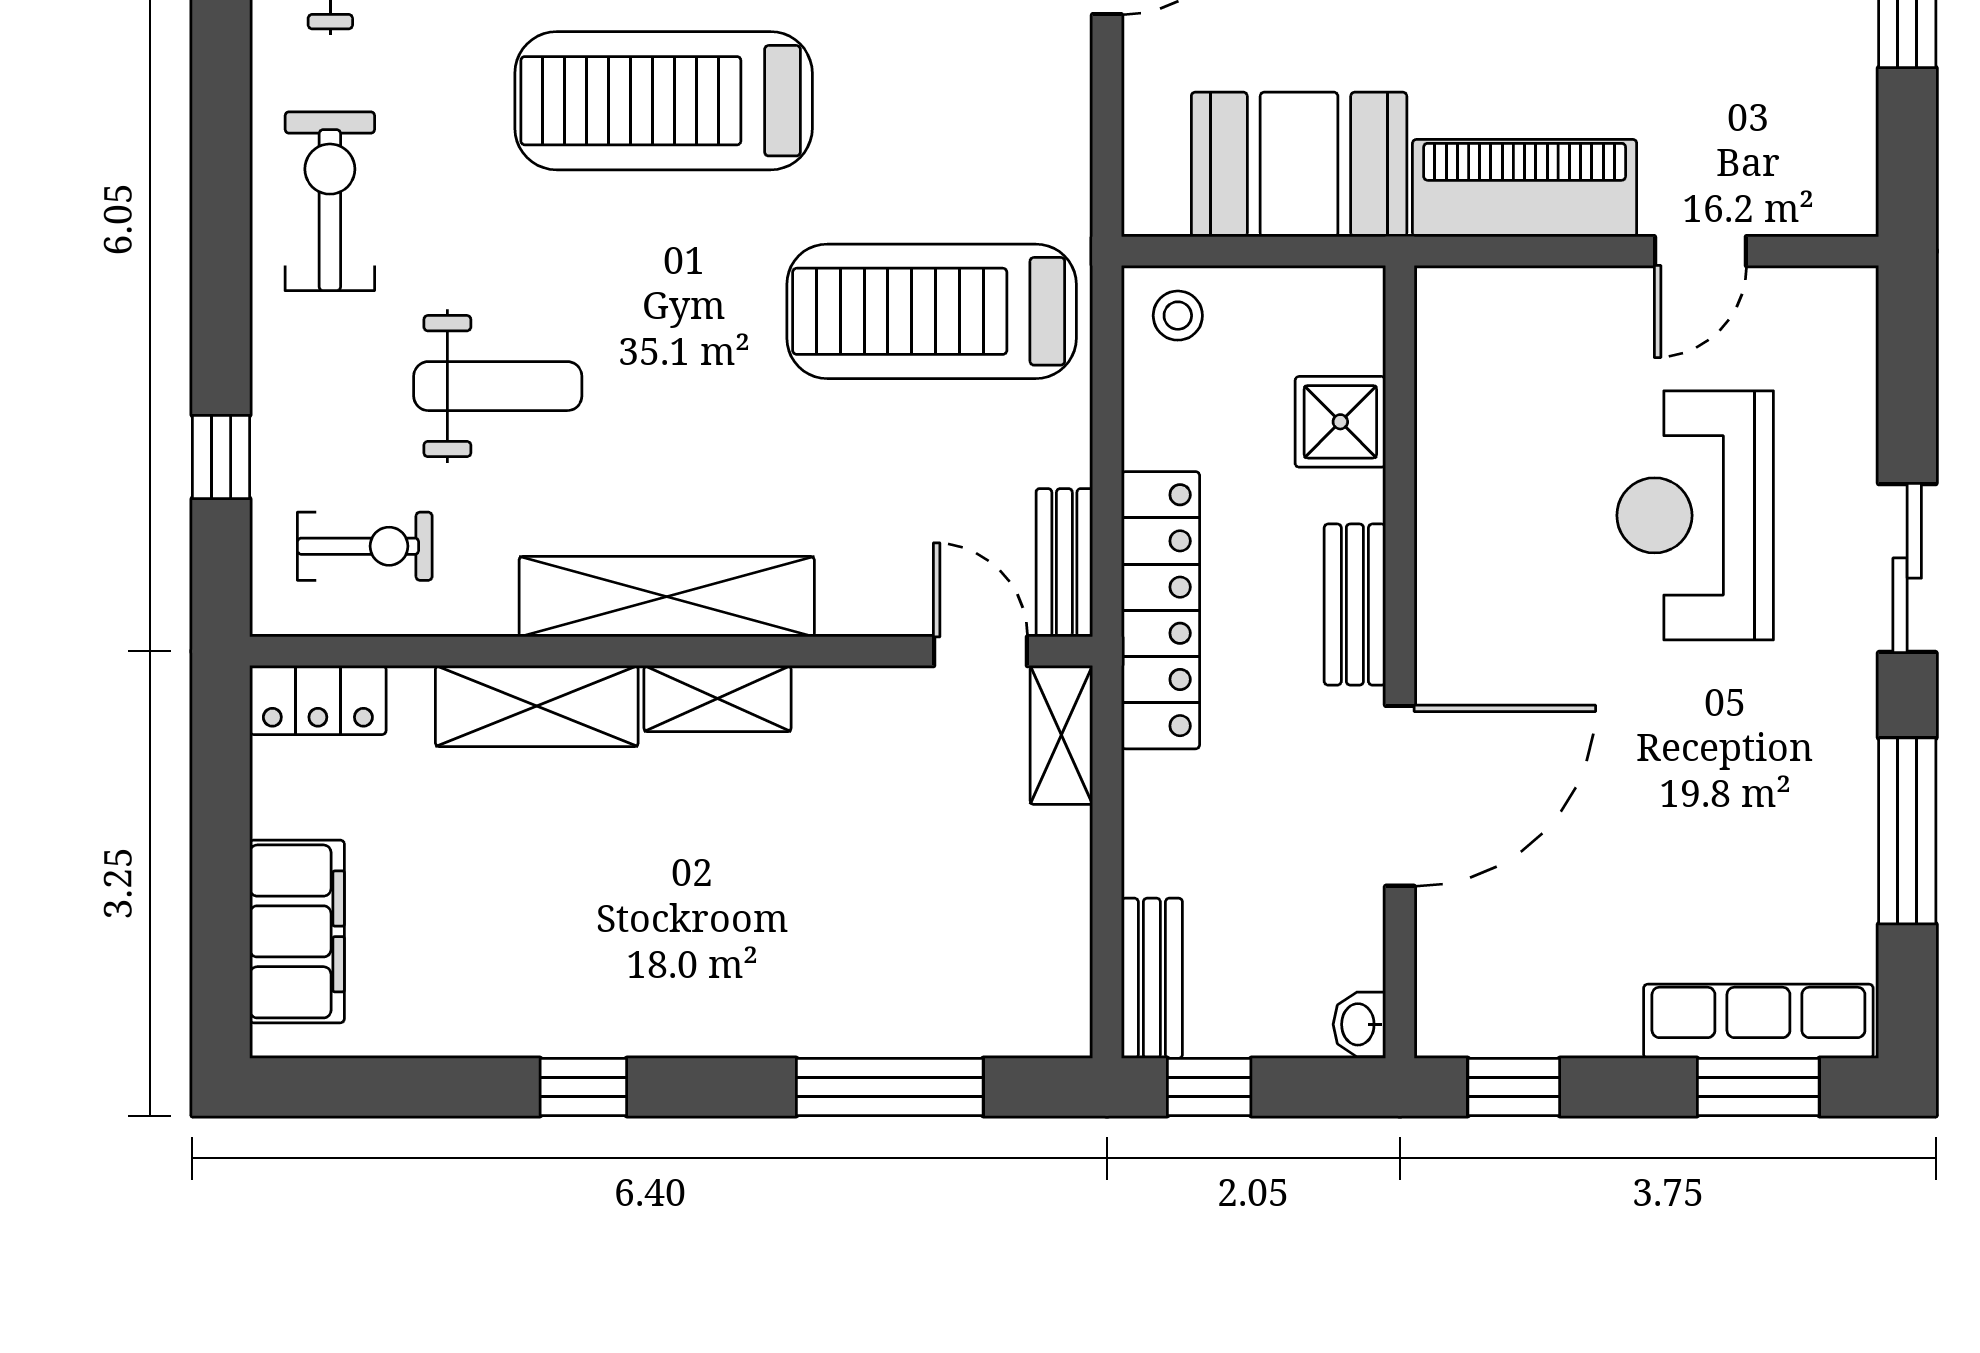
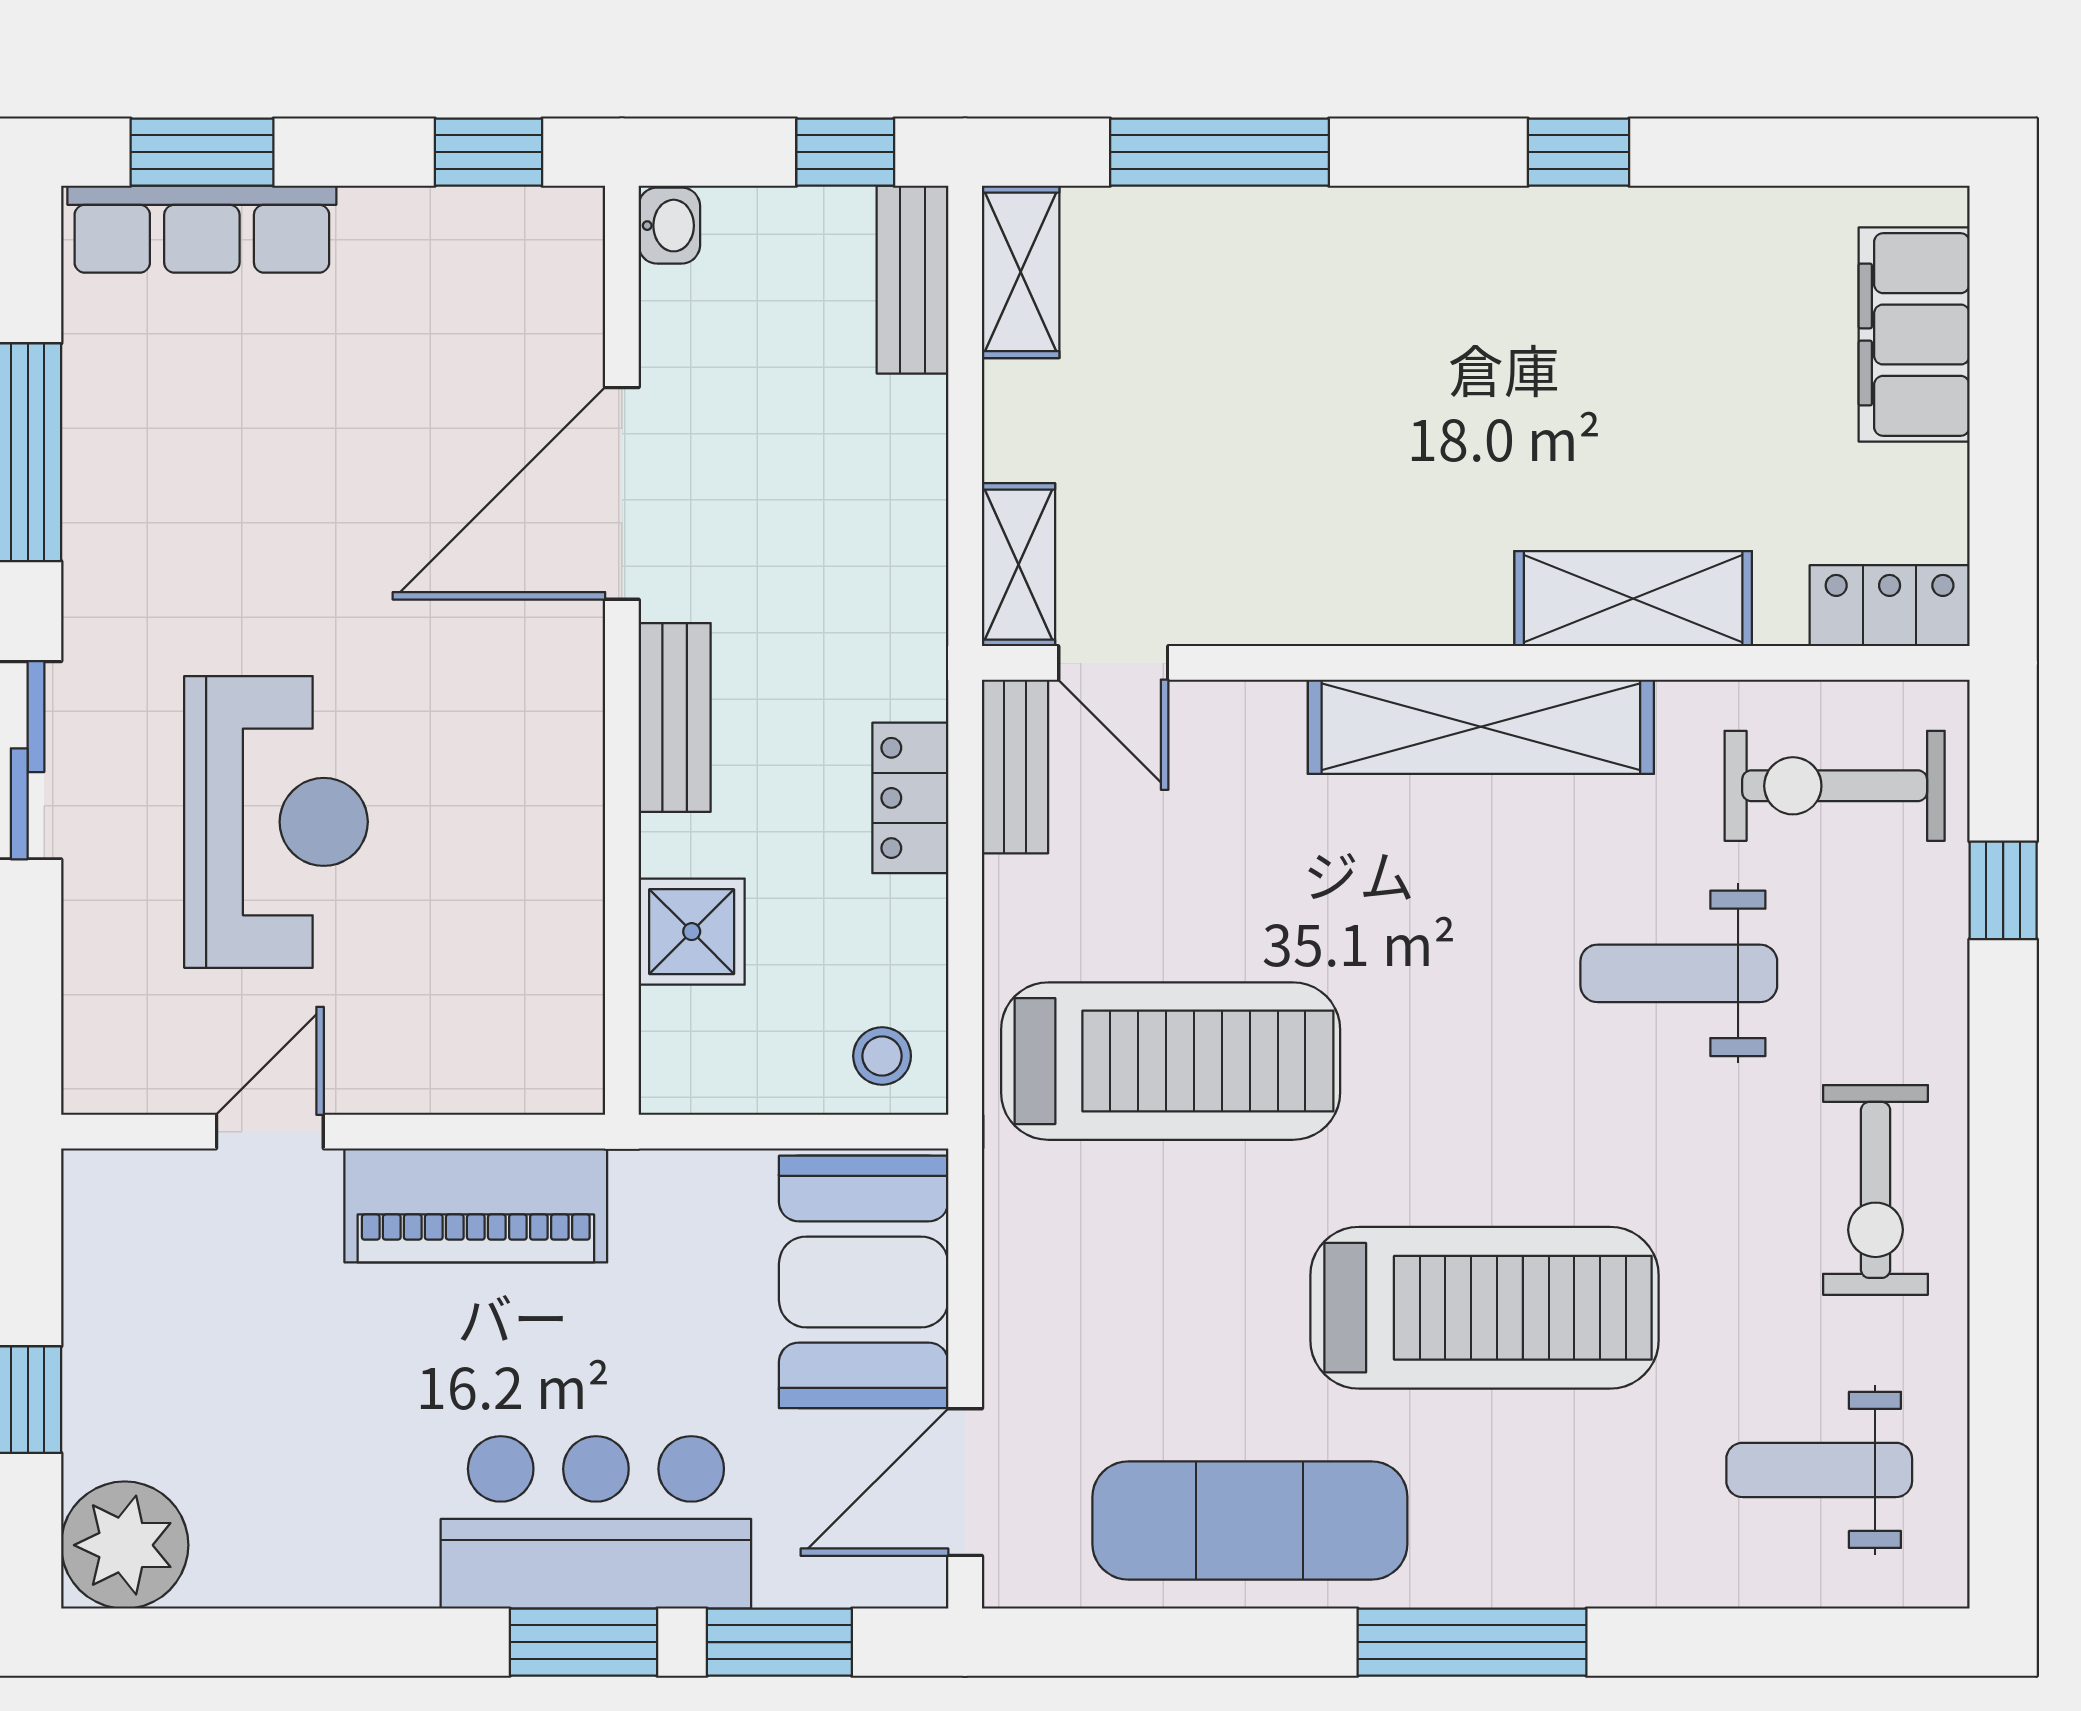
booth: (1299, 164) -> (864, 1282), moved, turned 90
exercise bike: (365, 546) -> (1835, 786), width x1.38, depth x1.39
locker: (1160, 610) -> (910, 798), width x0.46, depth x0.83
shelving: (717, 699) -> (1021, 272), moved, turned 90

